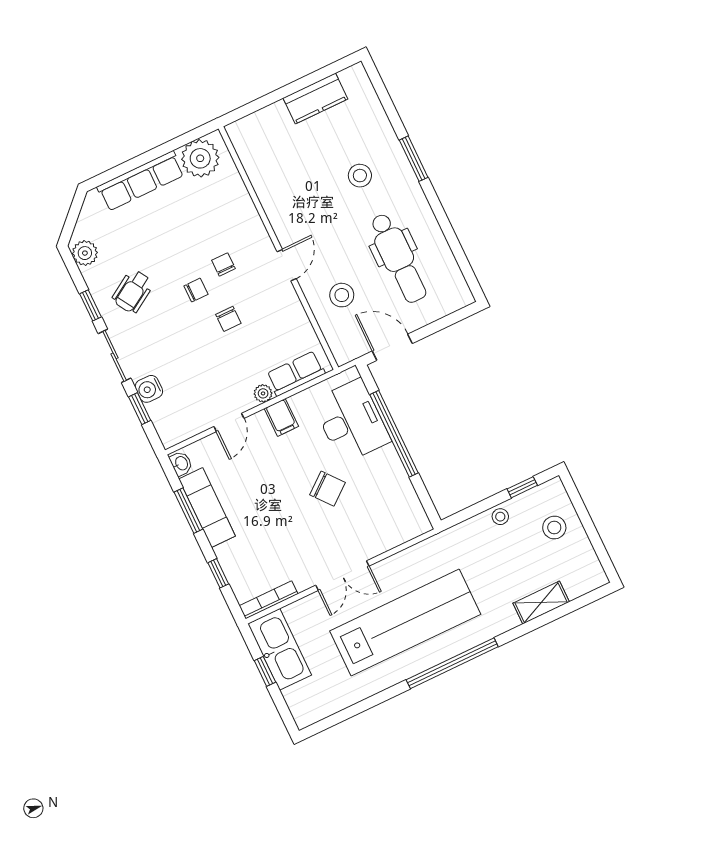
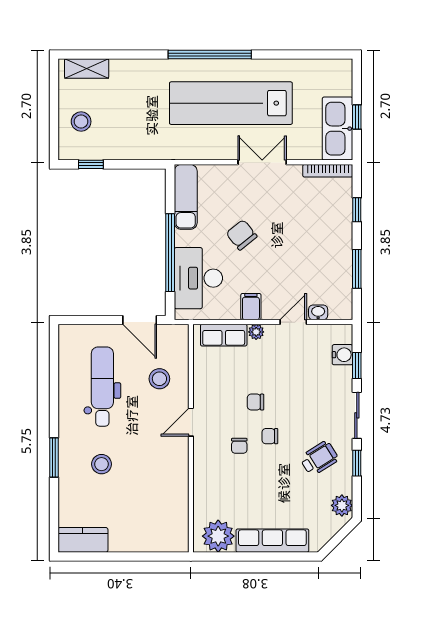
kitchen counter: (315, 99) -> (83, 540), moved
chair: (228, 319) -> (256, 402), turned -90
water cooler: (149, 389) -> (342, 355), moved
washbasin: (181, 463) -> (318, 312), moved, turned 90
exam couch: (207, 508) -> (186, 197), moved, turned 180
stool: (500, 517) -> (119, 150), removed
shelving: (541, 603) -> (87, 69), moved

